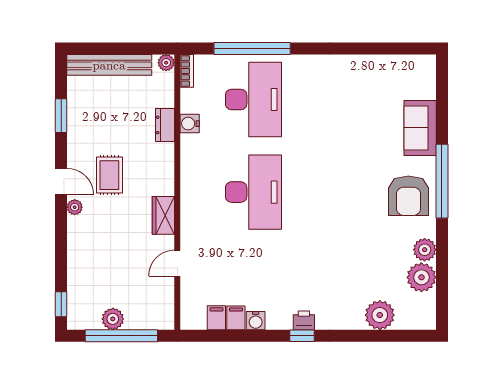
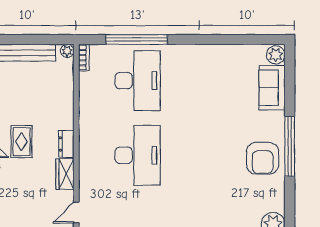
water cooler: (190, 124) -> (86, 100), removed
dresser: (165, 125) -> (66, 144), moved
sofa: (420, 128) -> (272, 88), moved
plant: (425, 250) -> (276, 55), moved

